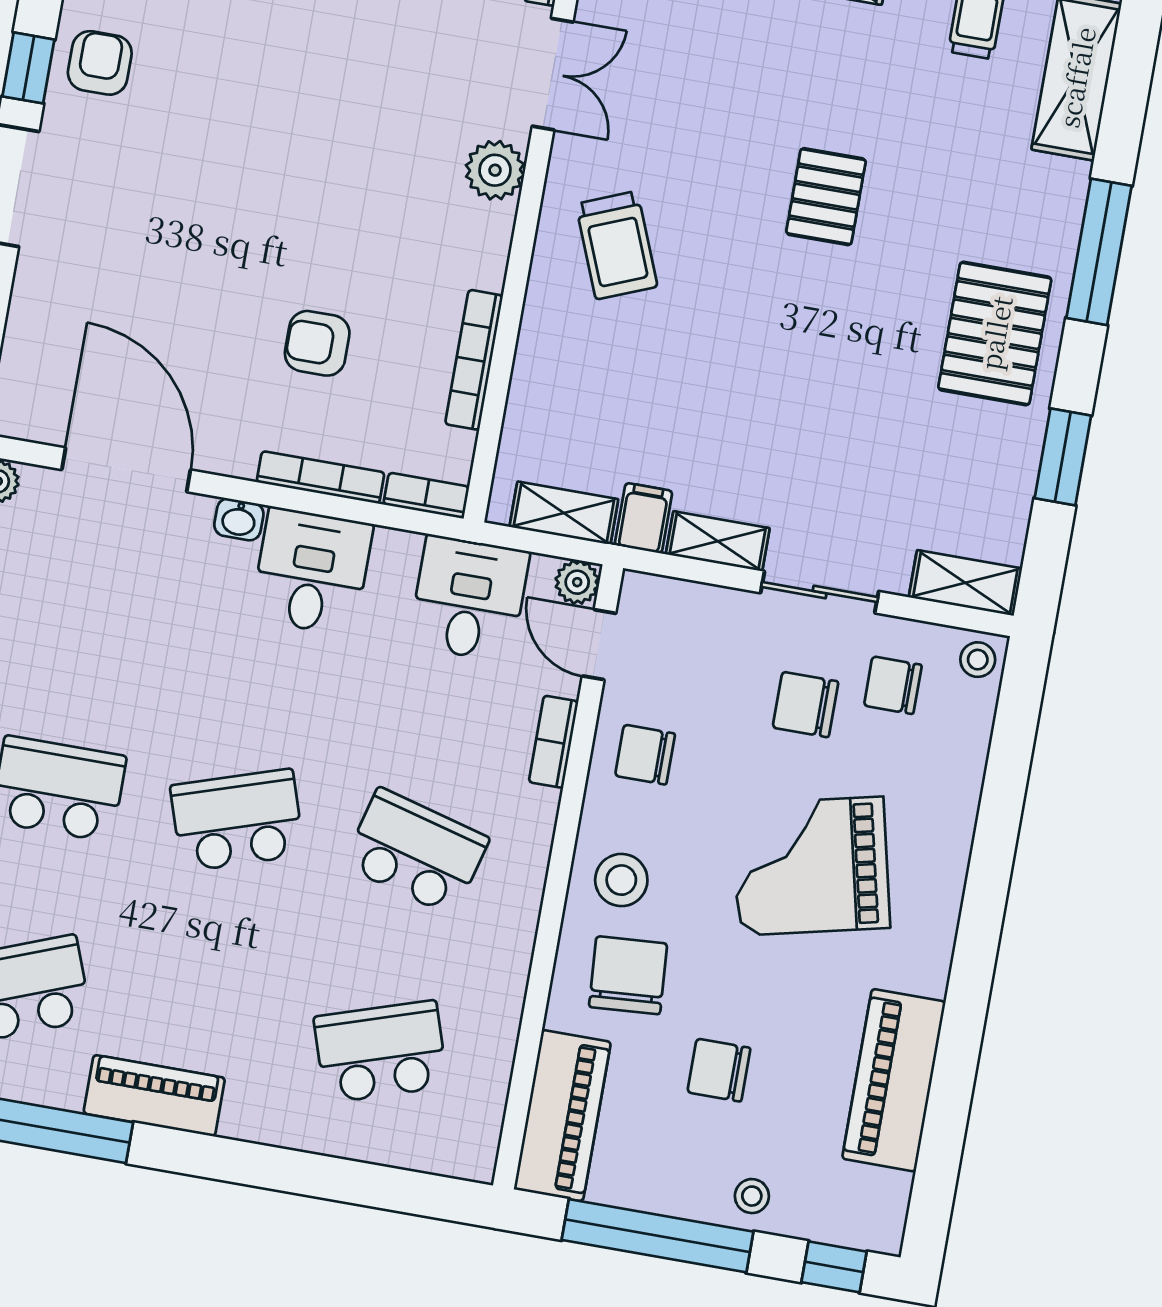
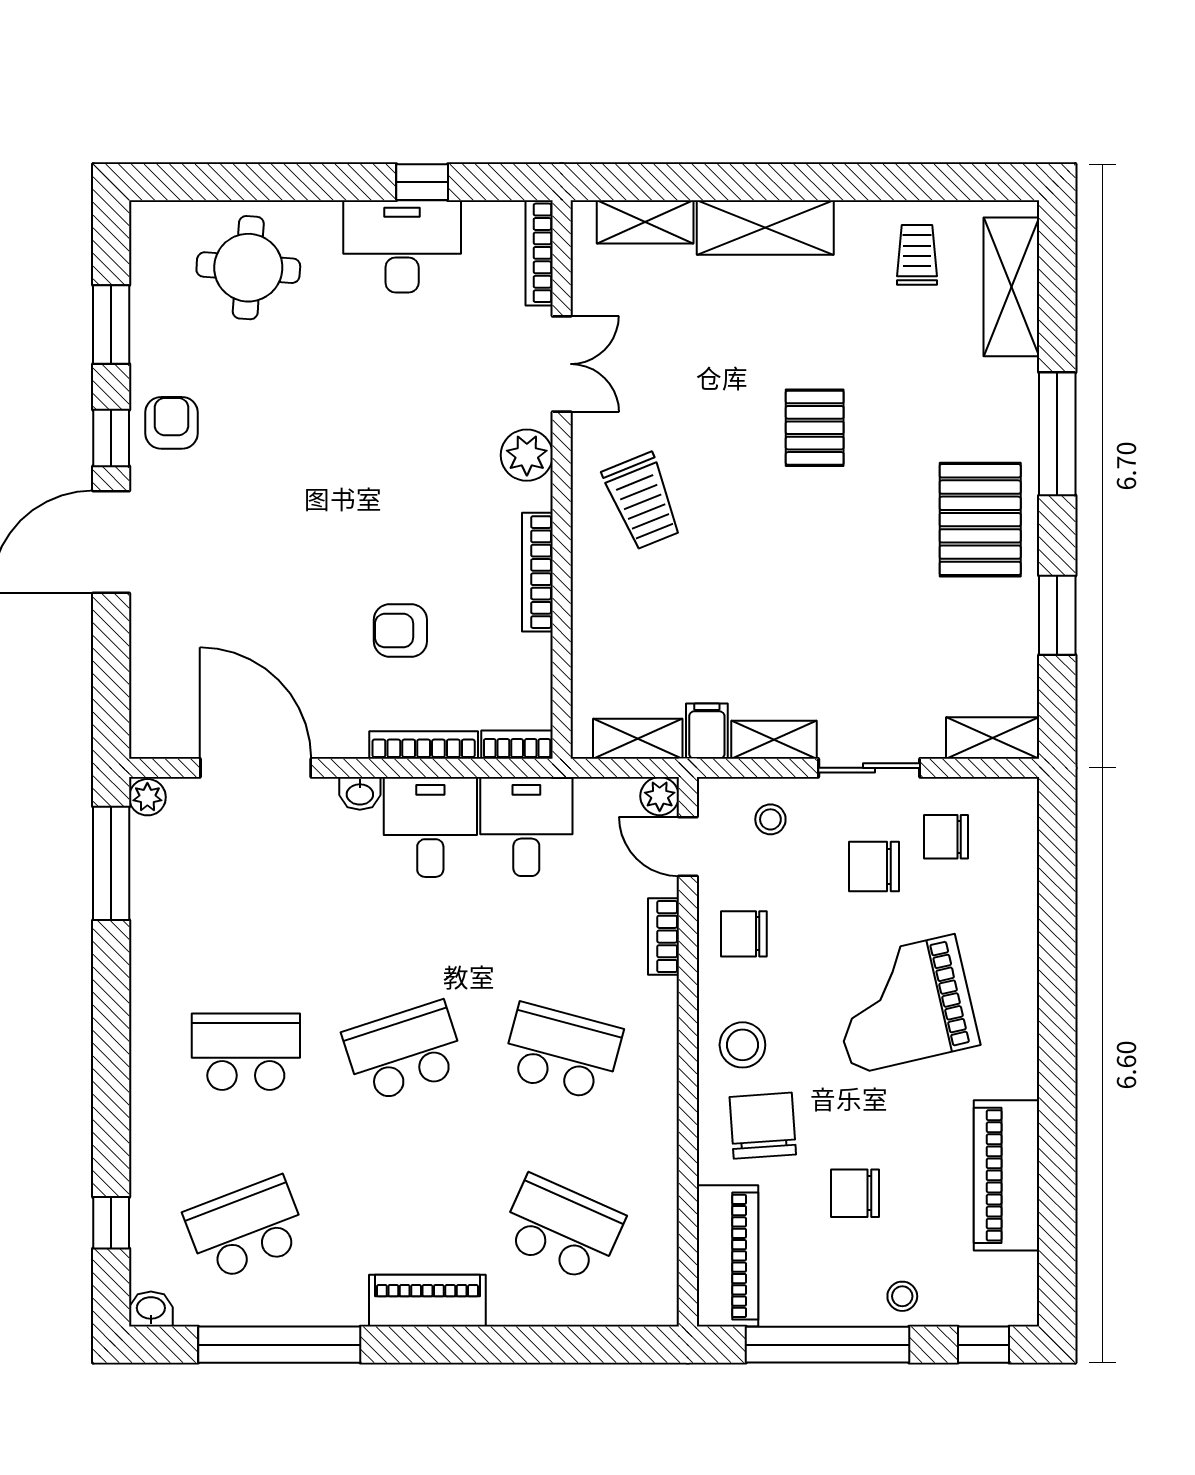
bookcase: (474, 360) -> (537, 572), moved
desk: (469, 599) -> (526, 827), moved
stool: (978, 660) -> (770, 819), moved
school desk: (381, 1052) -> (562, 1229), turned 42
piano: (154, 1096) -> (427, 1301), moved

